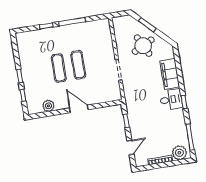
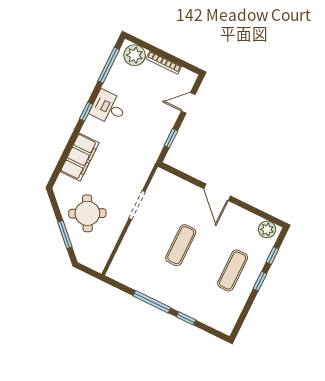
exercise mat: (59, 68) -> (233, 270), moved
desk: (171, 100) -> (108, 108), moved
plant: (48, 106) -> (267, 229), moved

